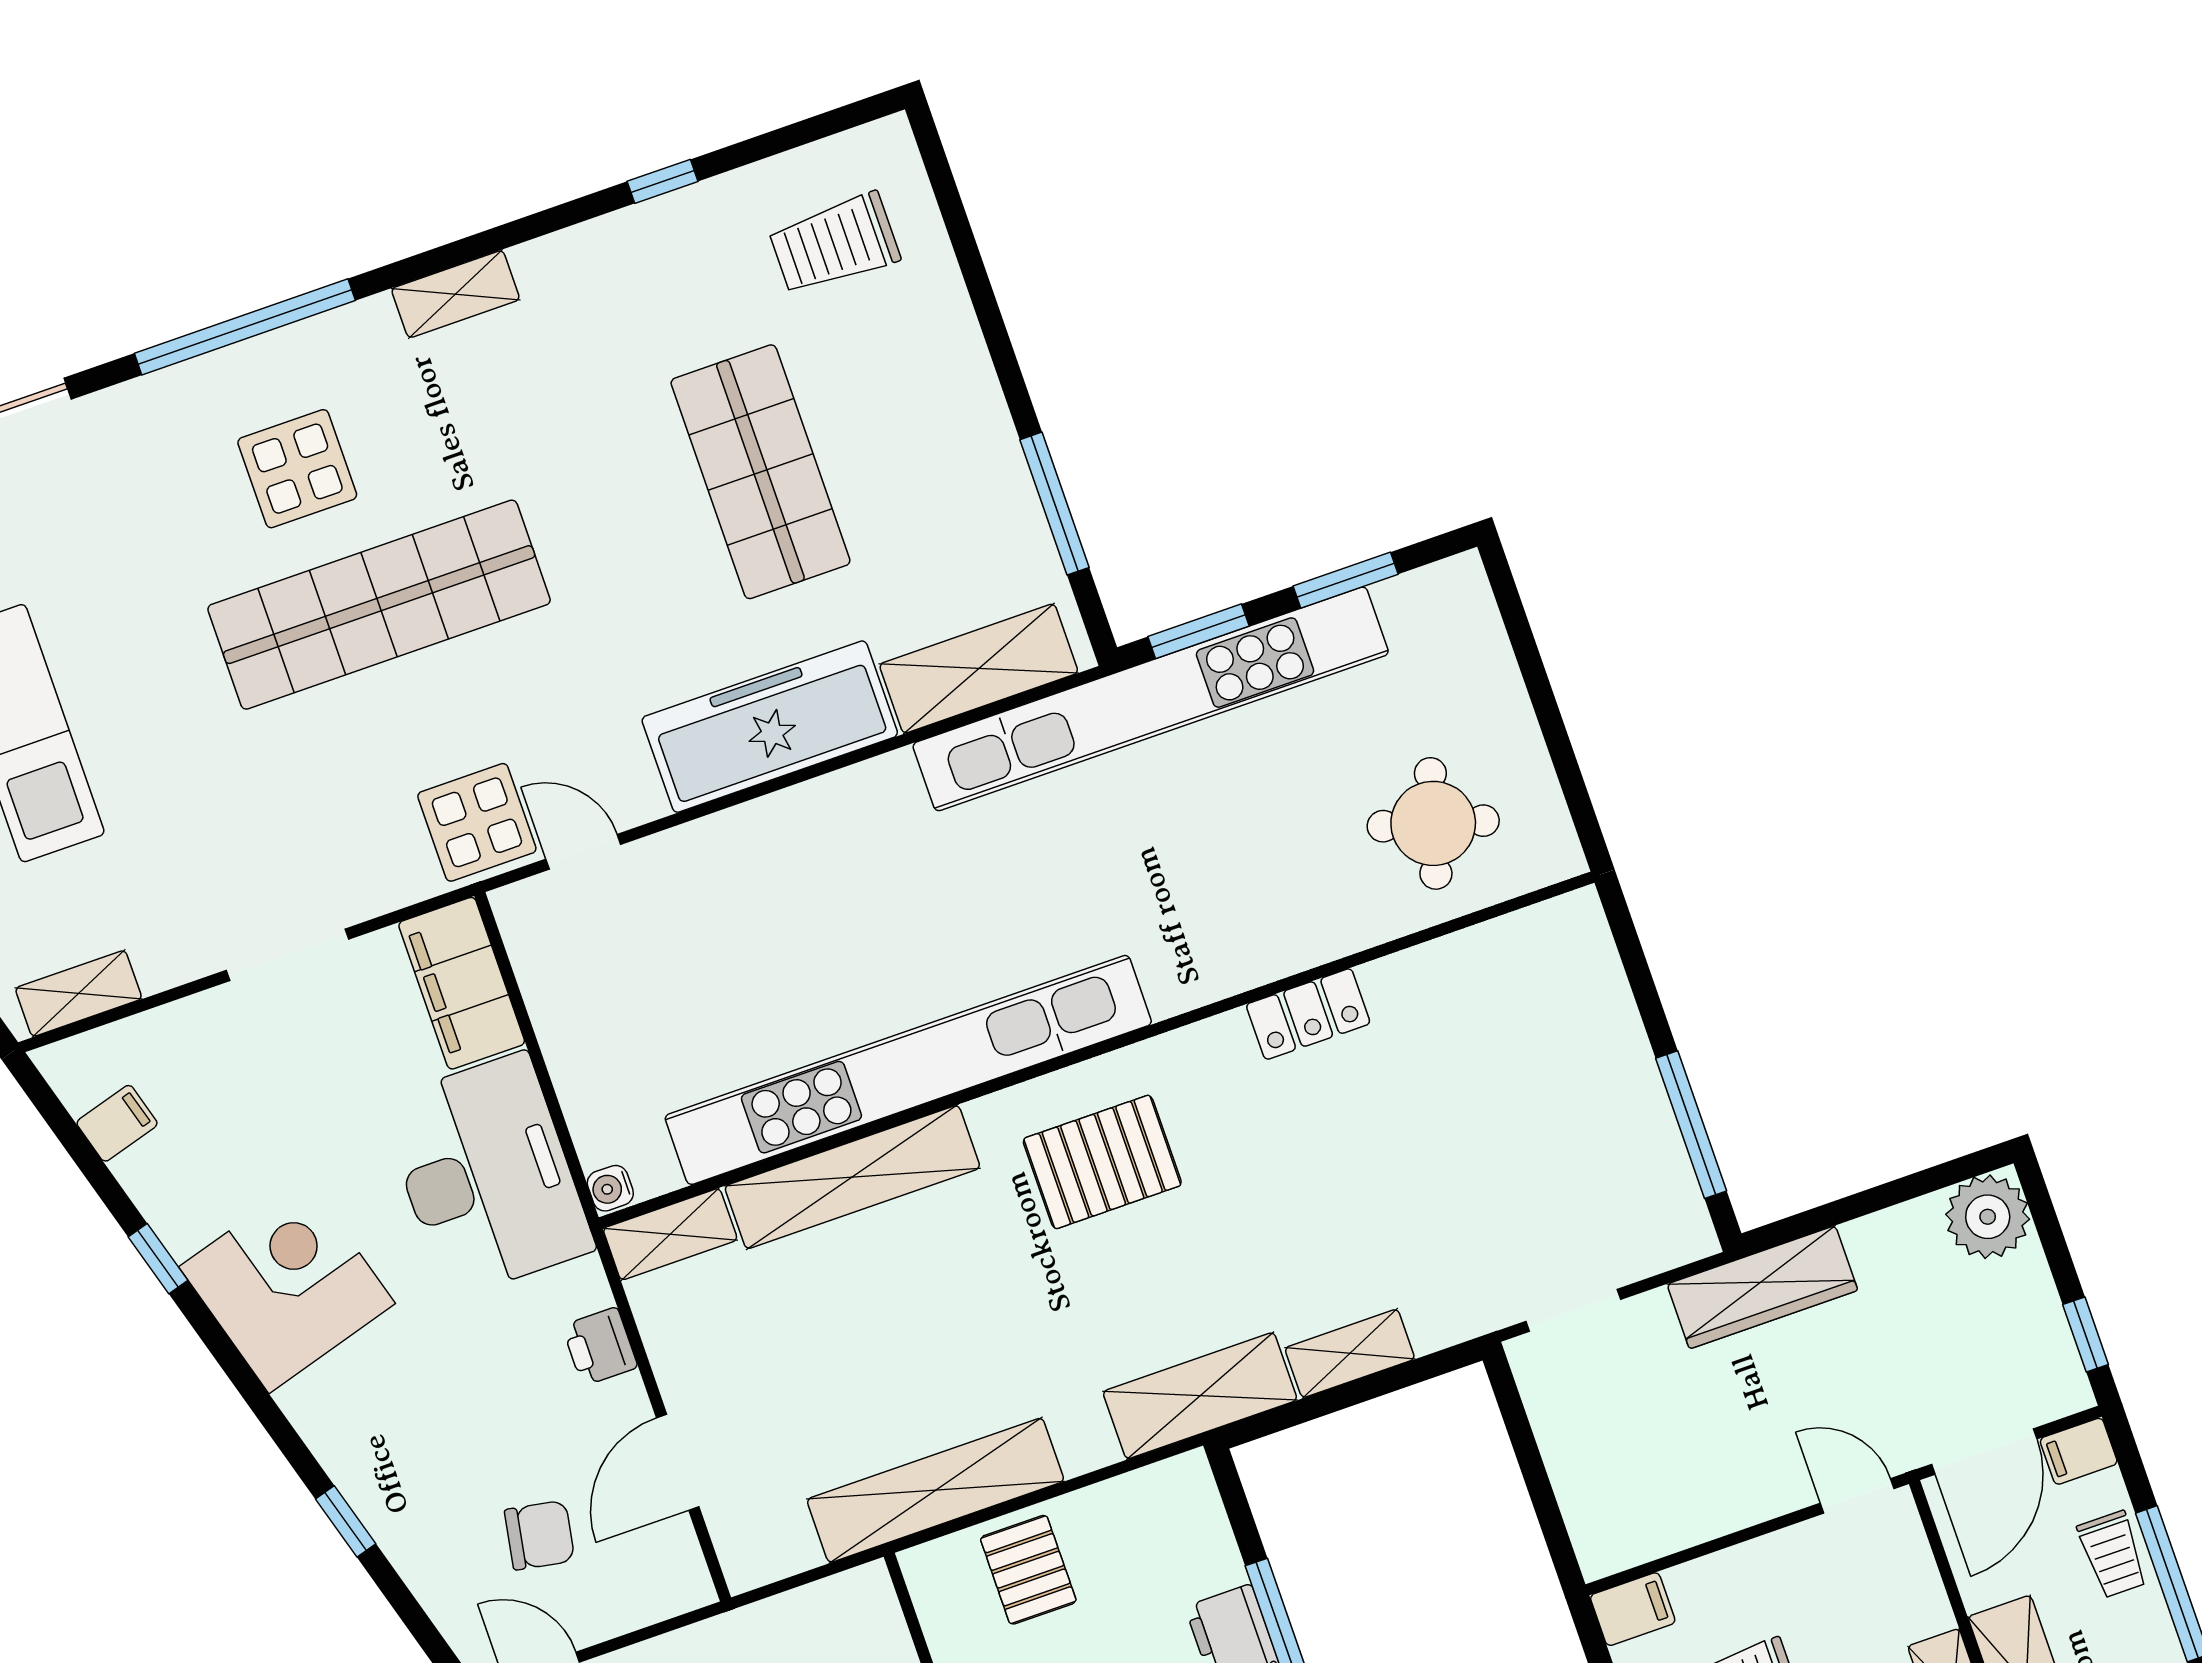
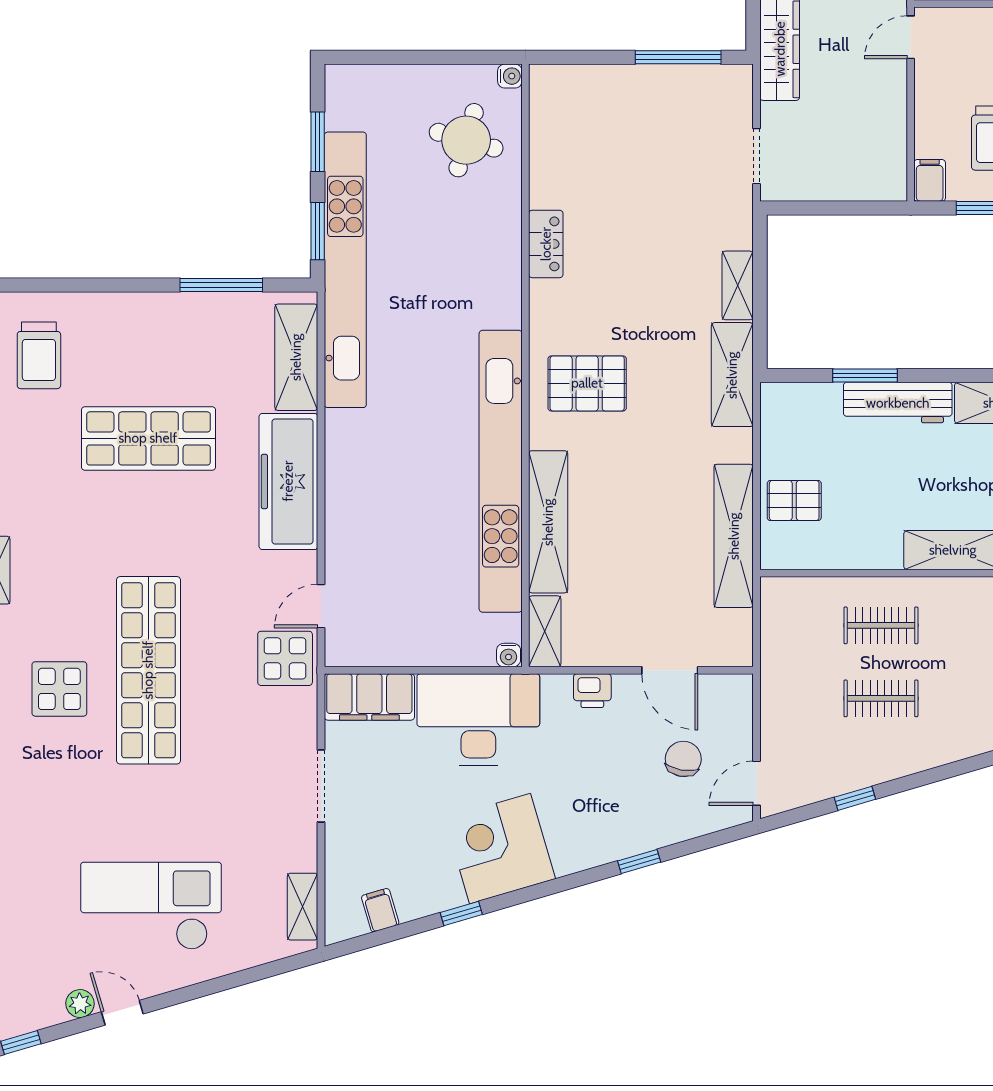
water cooler: (1564, 859) -> (510, 76), added
pallet: (1102, 1162) -> (587, 383), turned 90

